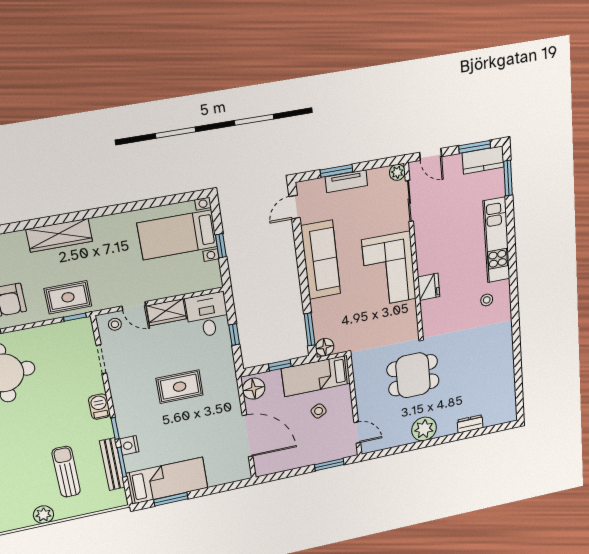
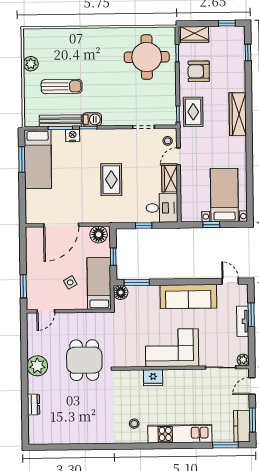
barbecue: (99, 407) -> (92, 119), moved

